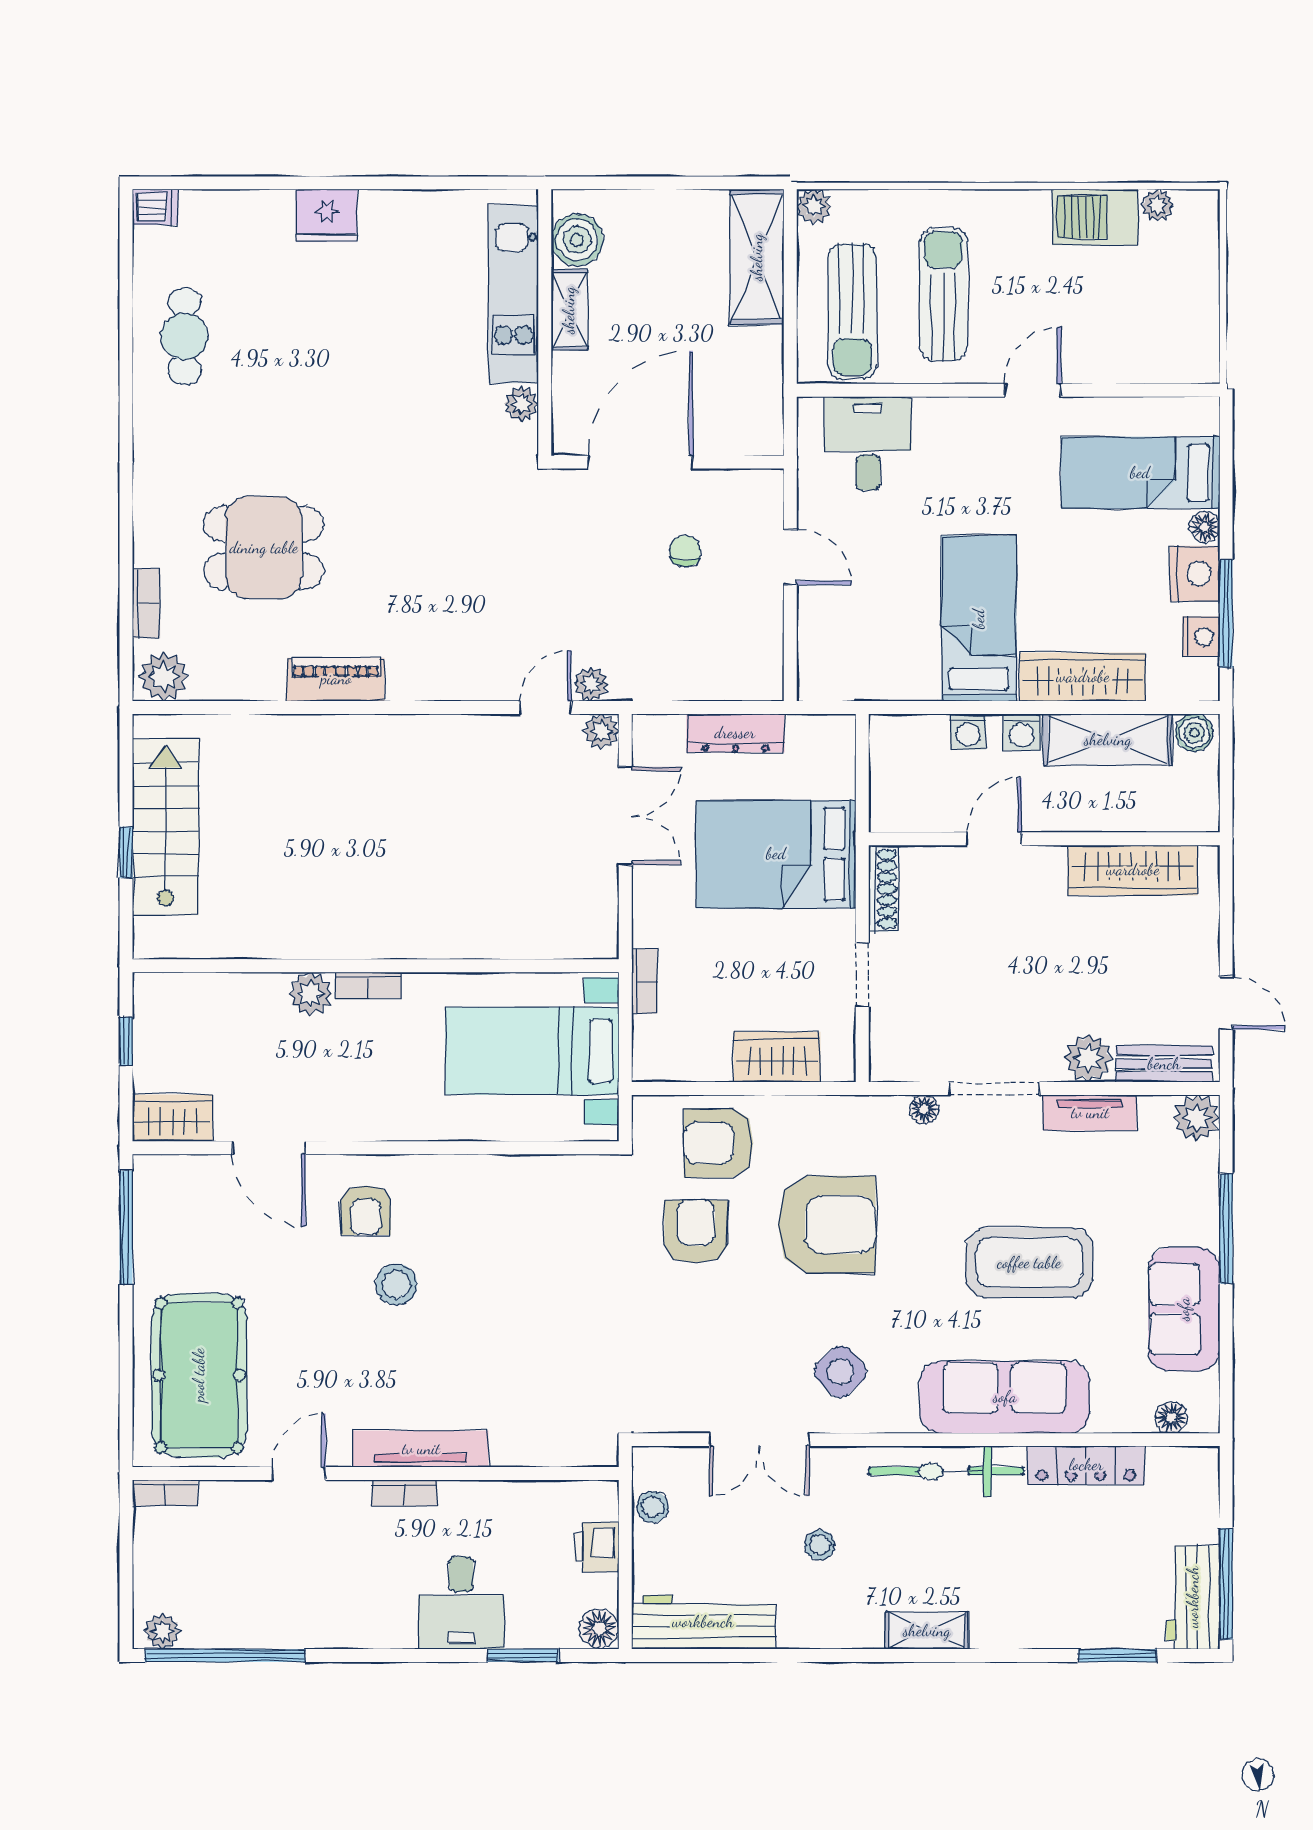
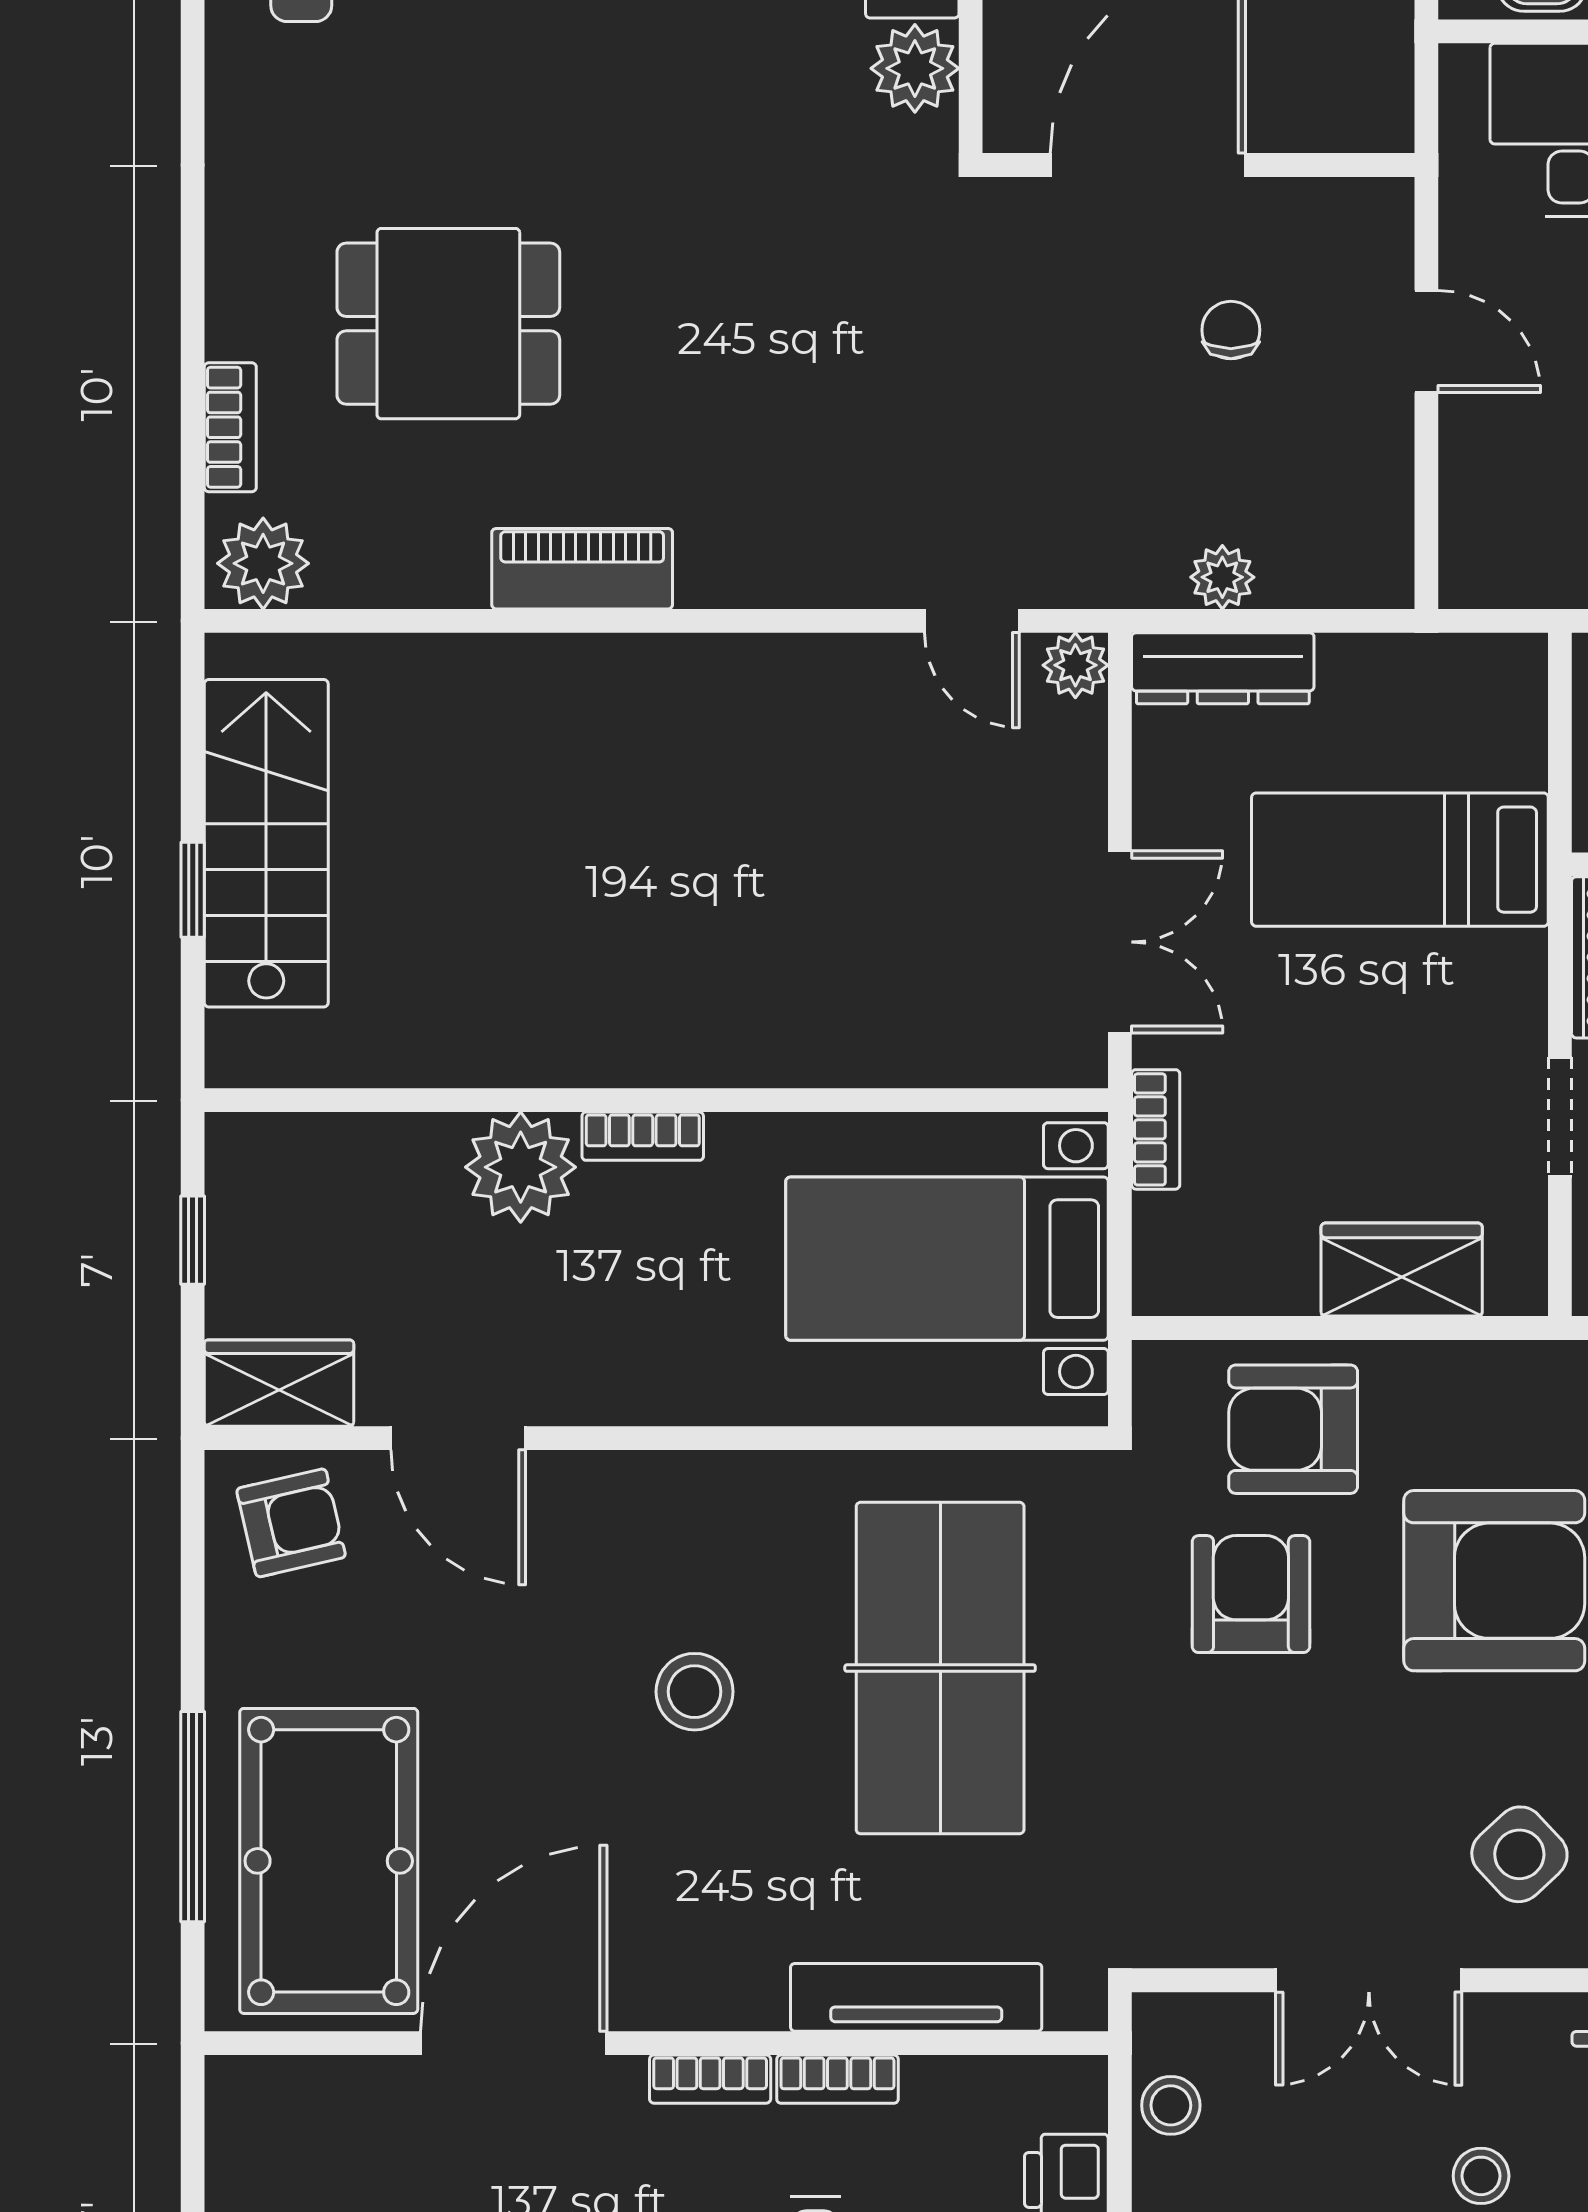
plant: (521, 404) -> (915, 68), width x1.38, depth x1.38
plant: (591, 684) -> (1222, 577), moved
door: (546, 708) -> (972, 621), swing flipped
dresser: (735, 733) -> (1223, 668), moved
double door: (625, 816) -> (1120, 942), moved
bed: (776, 854) -> (1400, 860), width x0.67
plant: (310, 994) -> (521, 1167), width x1.36, depth x1.36
armchair: (366, 1210) -> (291, 1523), moved, turned -103
window: (126, 1227) -> (193, 1817), moved
table tennis table: (528, 1272) -> (940, 1668), added
tv unit: (421, 1449) -> (916, 1997), moved
door: (299, 1473) -> (514, 2043), width x1.87
bookcase: (165, 1493) -> (837, 2079), moved

